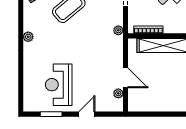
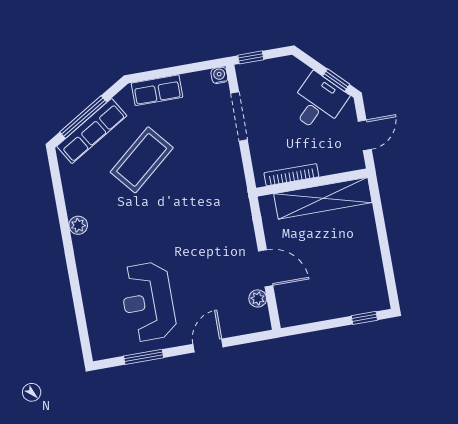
plant: (118, 30) -> (238, 185), removed
window: (174, 114) -> (364, 318), added

